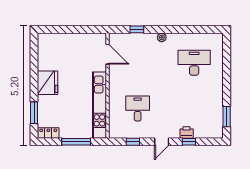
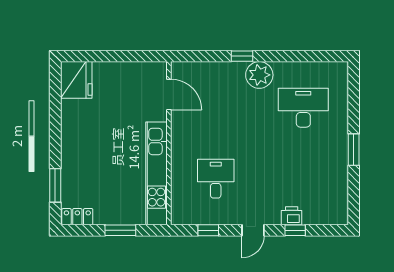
window: (137, 29) -> (242, 56), moved
plant: (162, 37) -> (259, 75), width x1.88, depth x1.88
fridge: (48, 83) -> (76, 80), moved
window: (227, 117) -> (354, 150), moved
window: (76, 142) -> (120, 230), width x0.69

